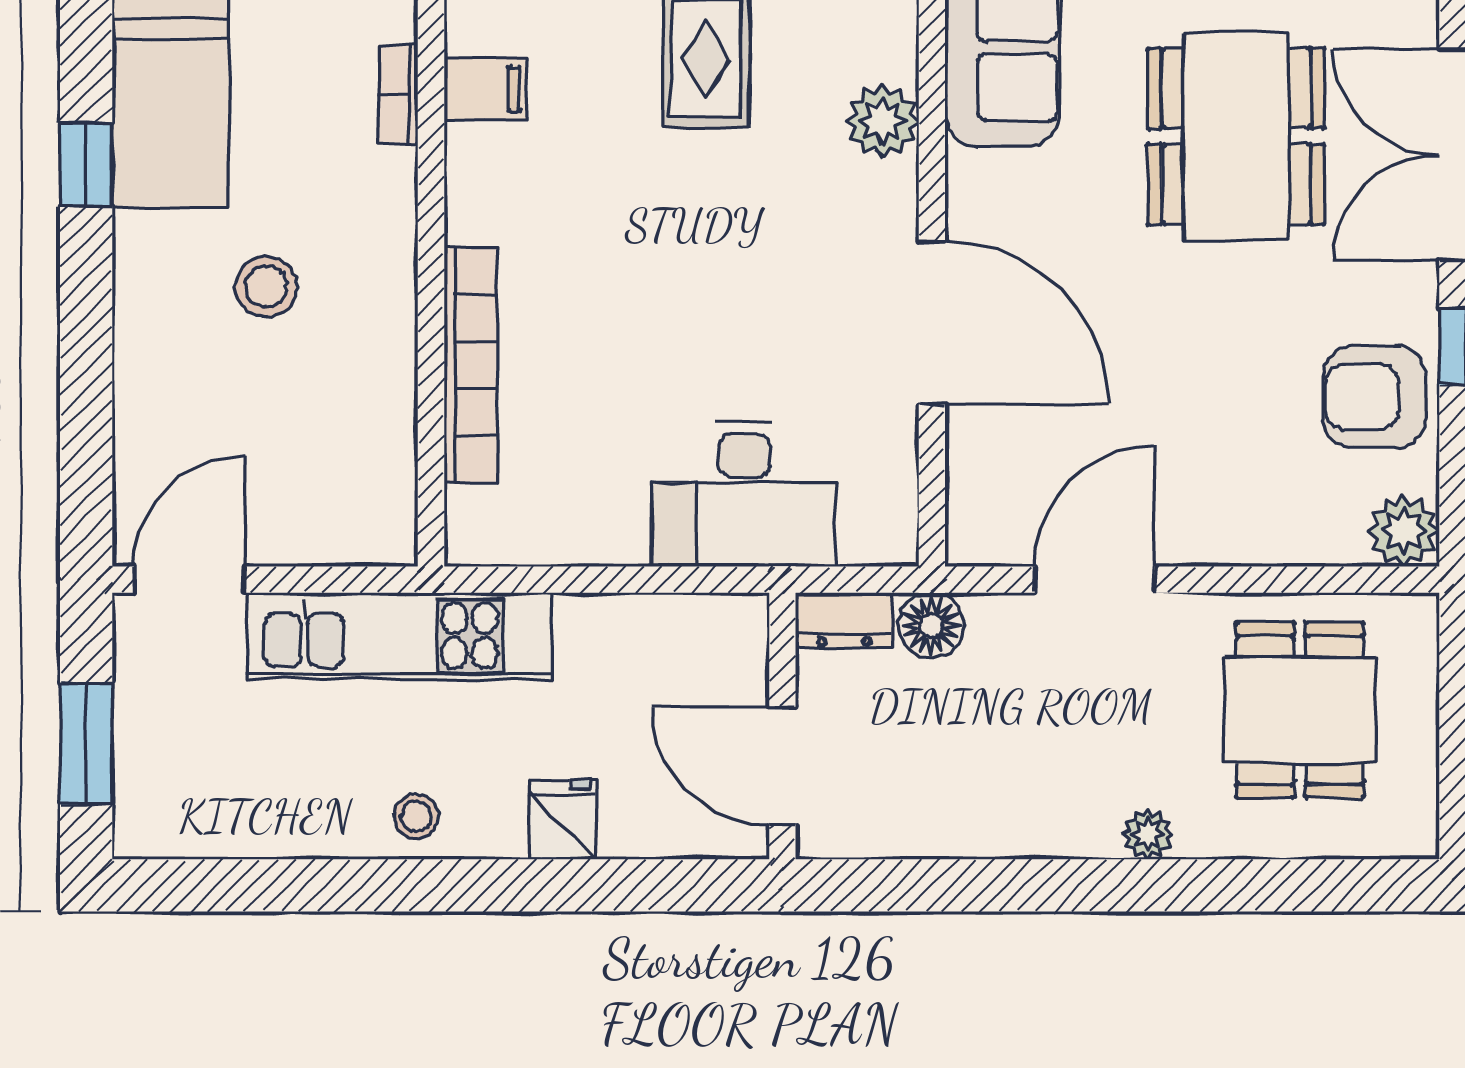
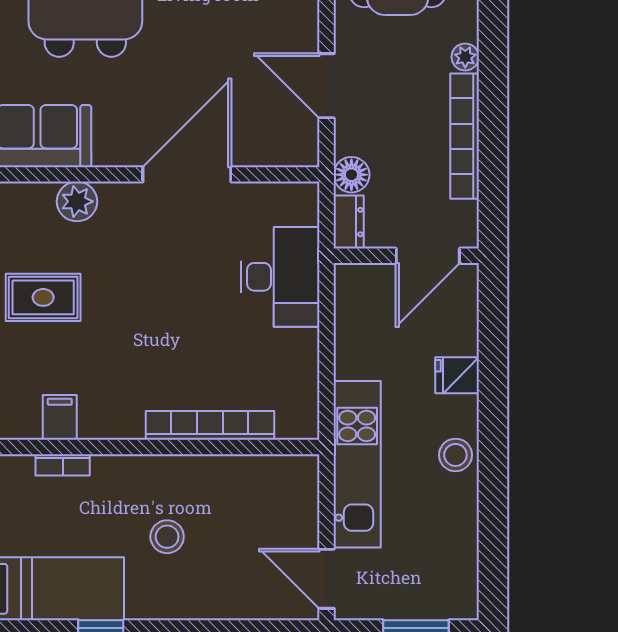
stool: (416, 816) -> (455, 455), width x1.37, depth x1.37
bookcase: (1002, 833) -> (465, 136), added

